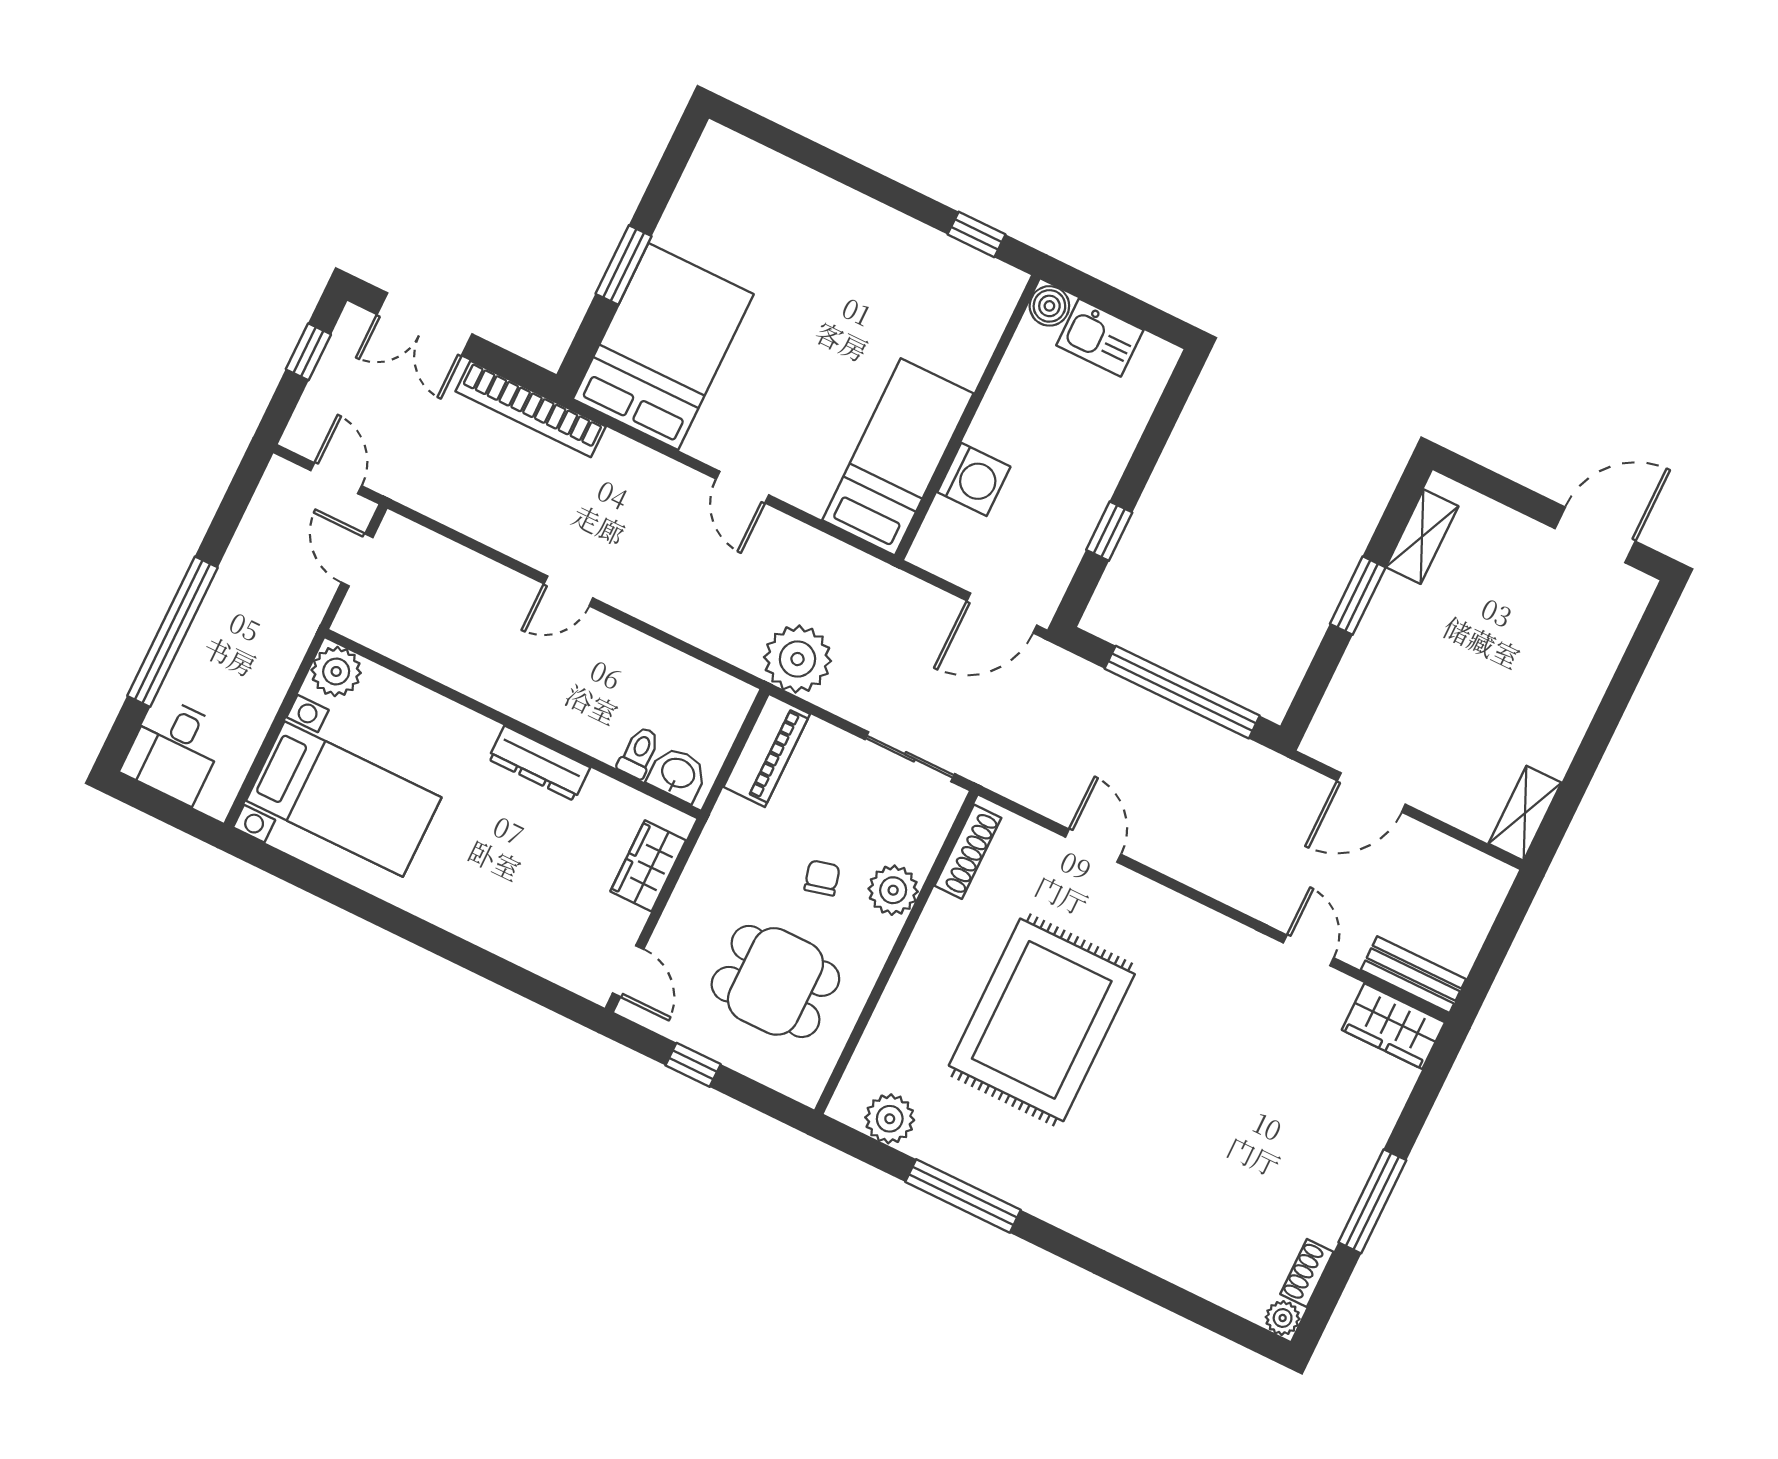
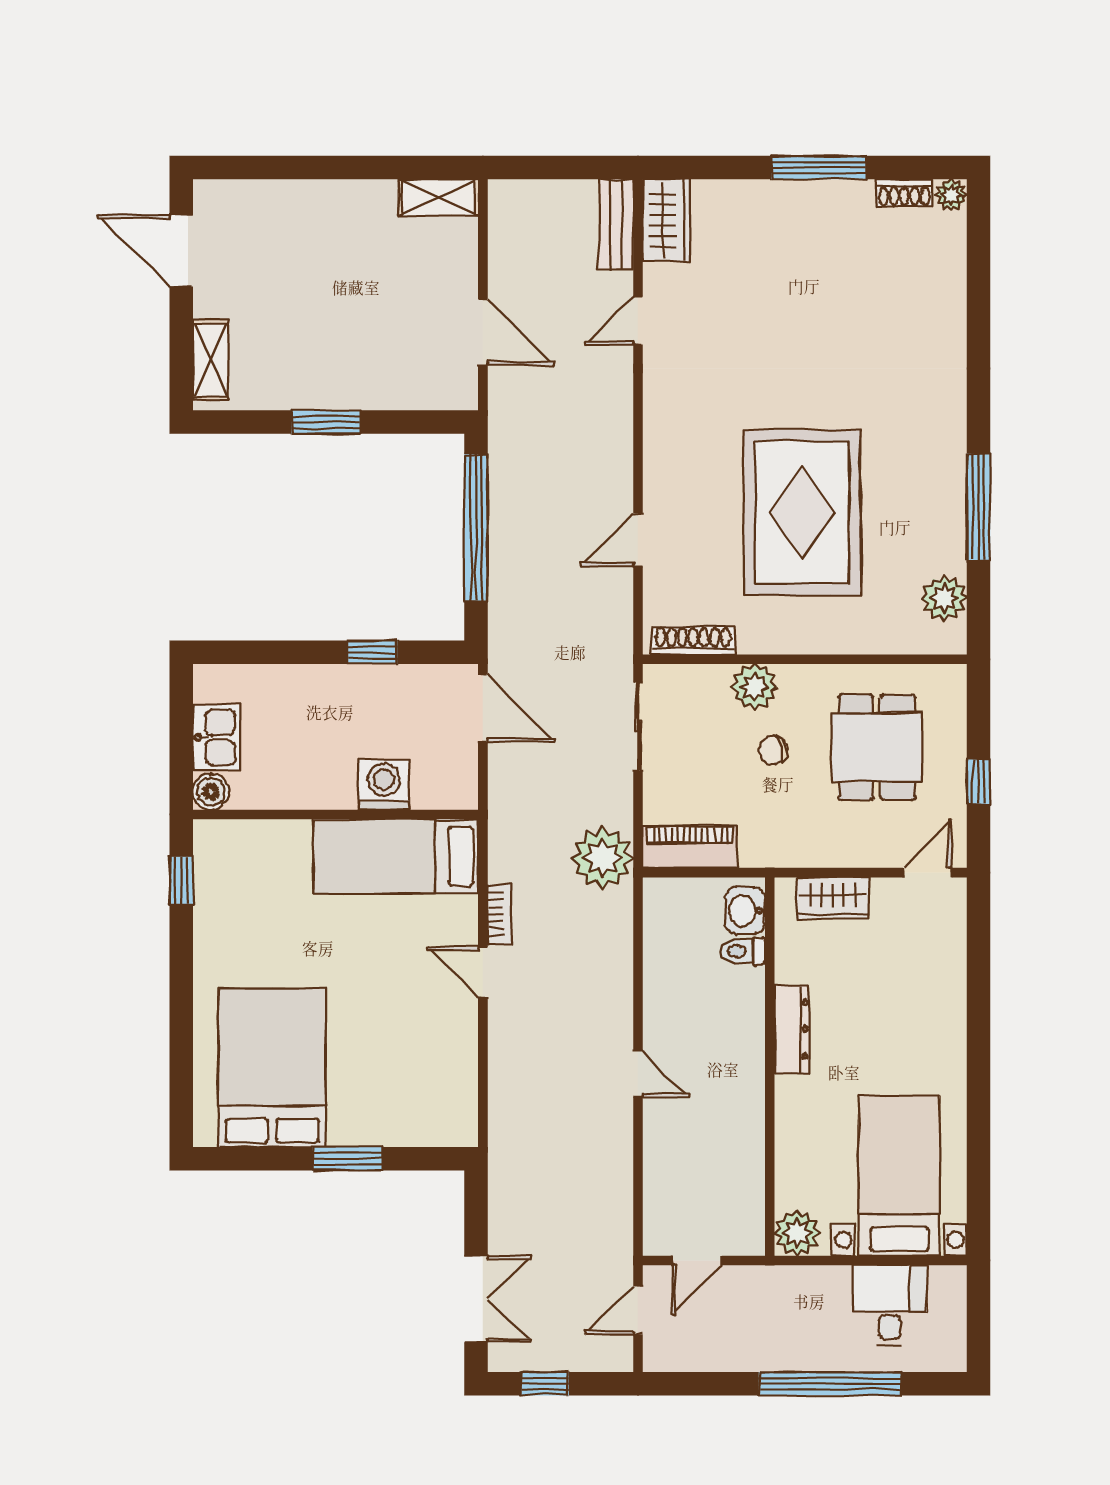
bed: (663, 347) -> (272, 1068), moved, turned 90
bookcase: (531, 409) -> (499, 914), moved, width x0.43, depth x0.76
door: (742, 487) -> (483, 972), swing flipped
shelving: (1422, 537) -> (211, 360), moved, turned 90
desk: (174, 750) -> (890, 1305), moved, turned -90
rug: (1042, 1020) -> (802, 512), turned 90

